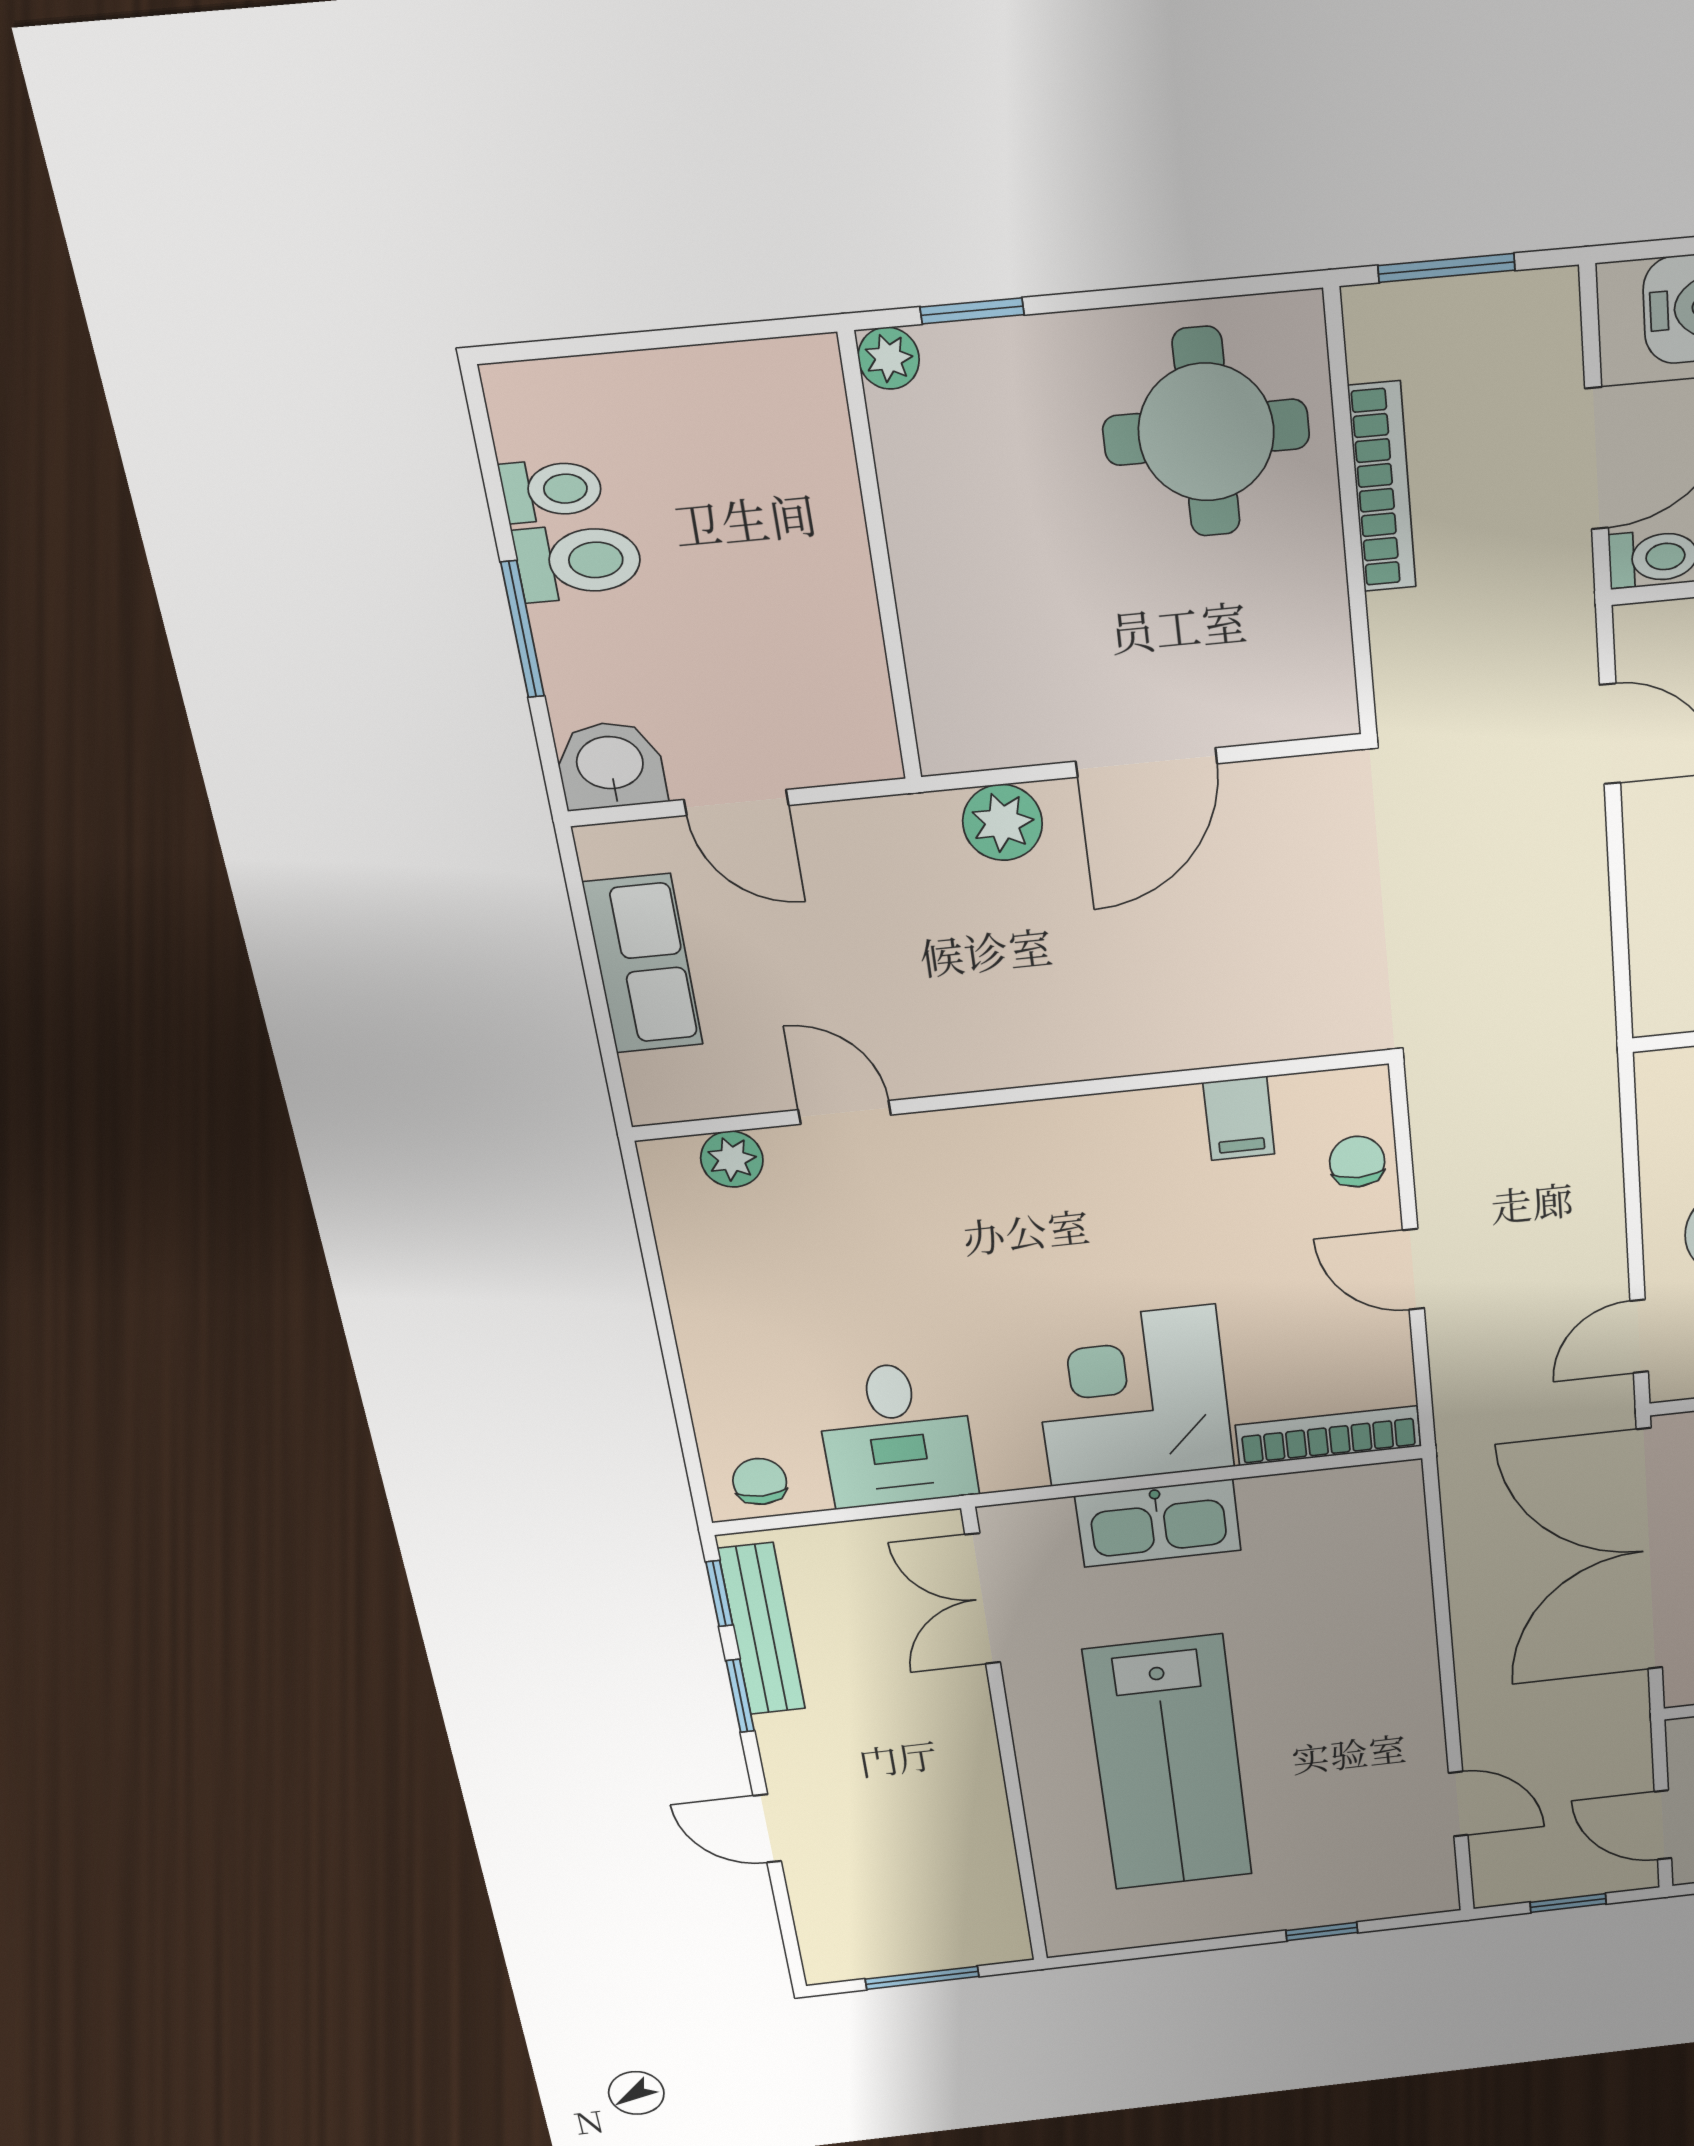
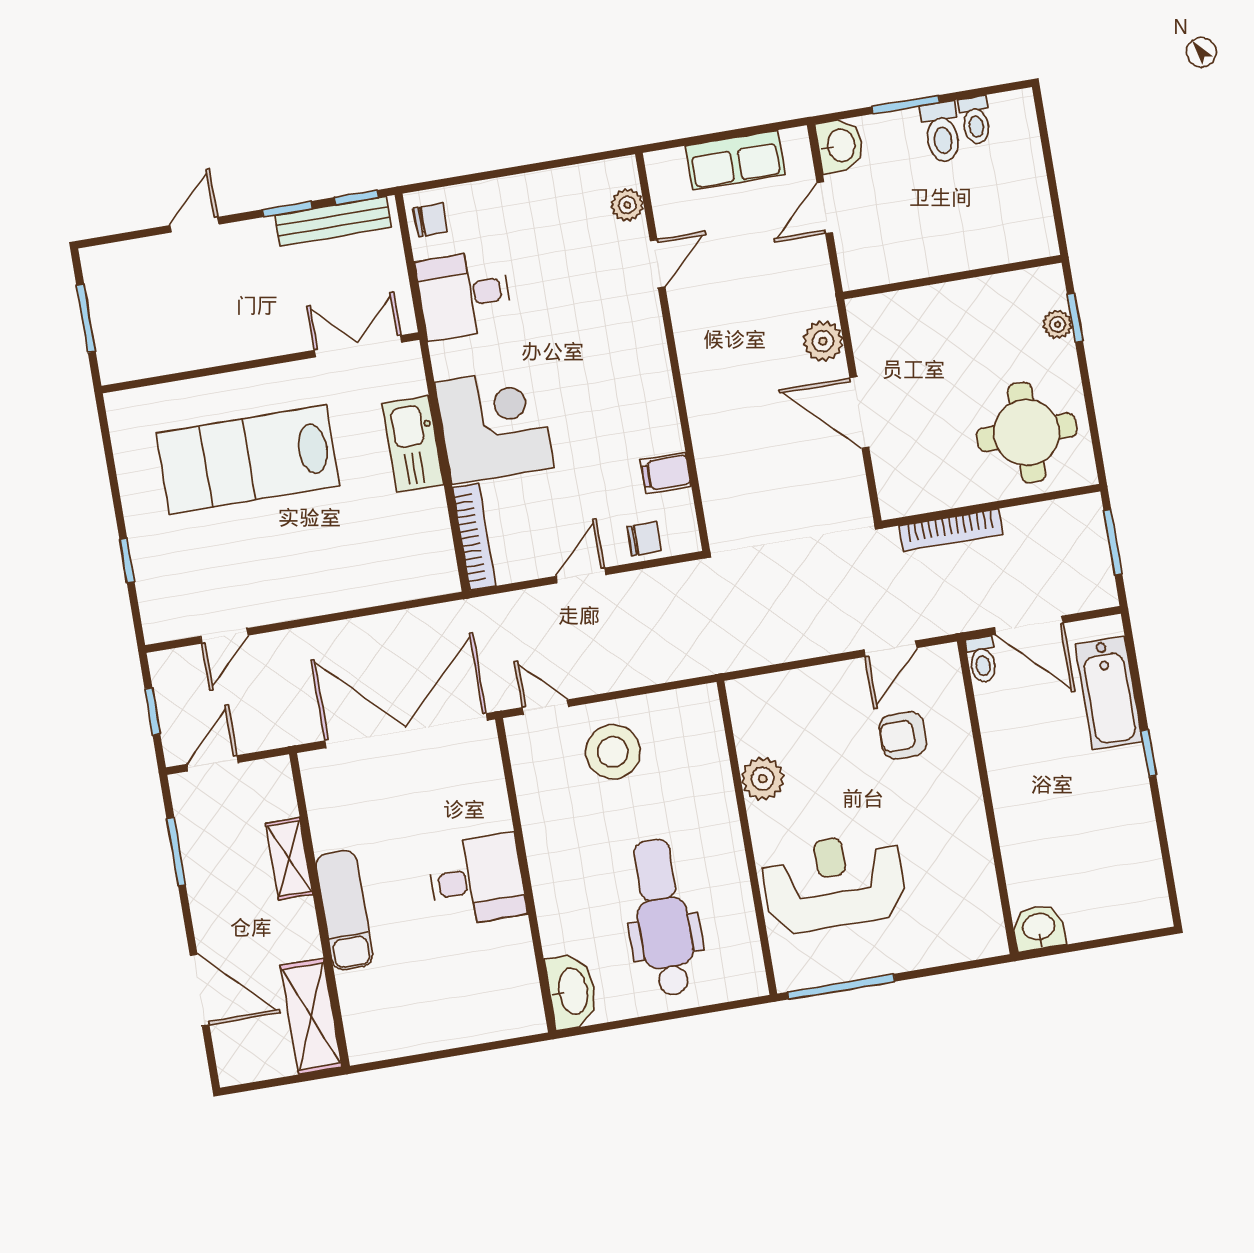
plant: (889, 358) -> (1057, 324), moved
bookcase: (1382, 487) -> (951, 530), moved

